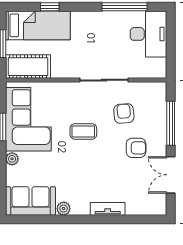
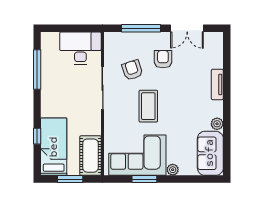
desk: (148, 34) -> (80, 48), moved
armchair: (124, 113) -> (132, 70), turned 77
coffee table: (83, 131) -> (148, 106), width x1.36, depth x1.30

